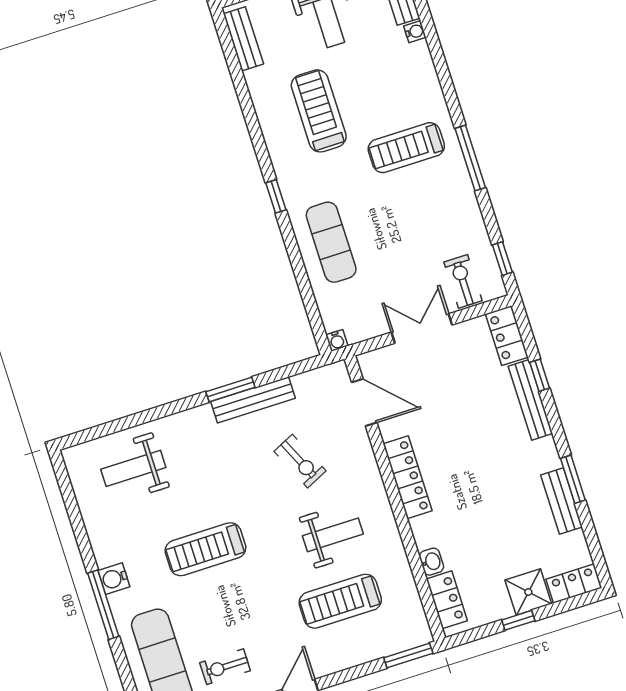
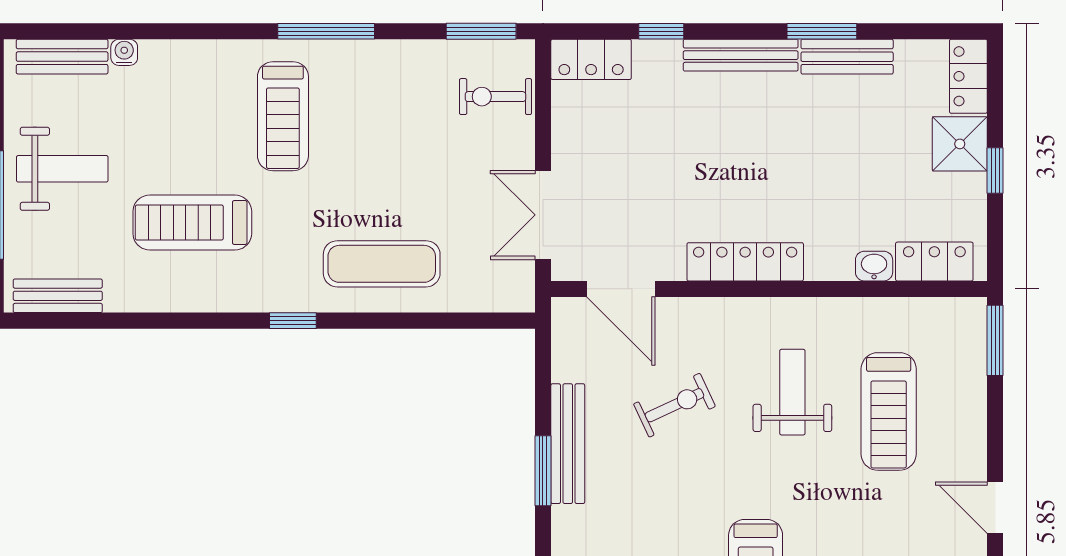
window: (502, 259) -> (481, 31), width x1.50
double door: (422, 328) -> (543, 215), moved
water cooler: (337, 340) -> (522, 300), removed
bench: (530, 400) -> (741, 55), moved
door: (364, 402) -> (621, 289), swing flipped

